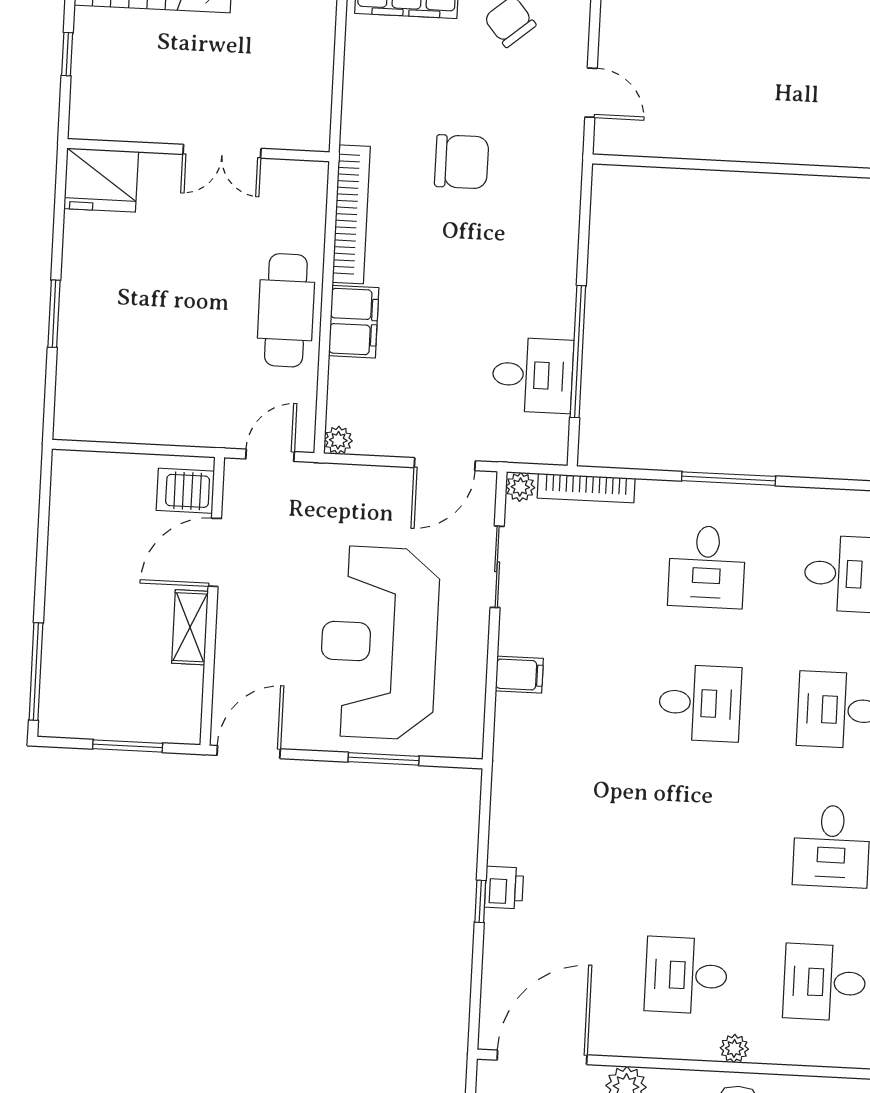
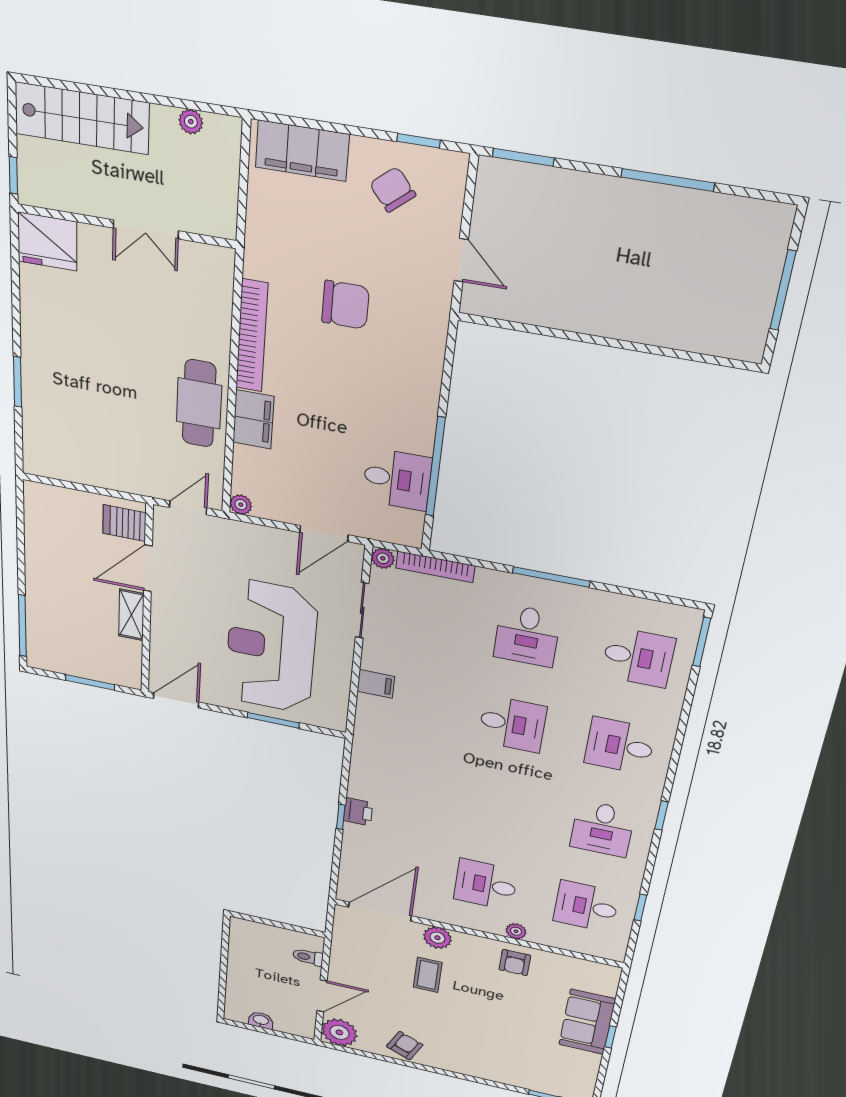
wall: (198, 150) -> (126, 226), moved
double door: (222, 151) -> (146, 229), moved
fridge: (101, 180) -> (47, 242), moved

